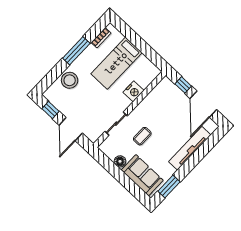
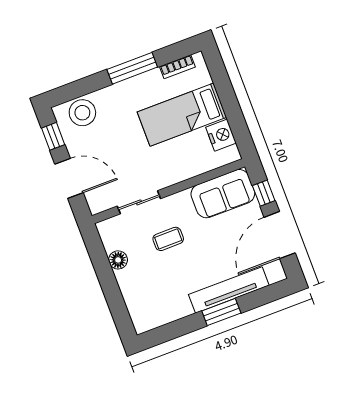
stool: (70, 80) -> (82, 113), moved
nightstand: (133, 91) -> (221, 135), moved, turned -90
door: (71, 129) -> (69, 178), swing flipped
sofa: (142, 175) -> (223, 194), moved, turned 90
window: (169, 186) -> (221, 312), moved

